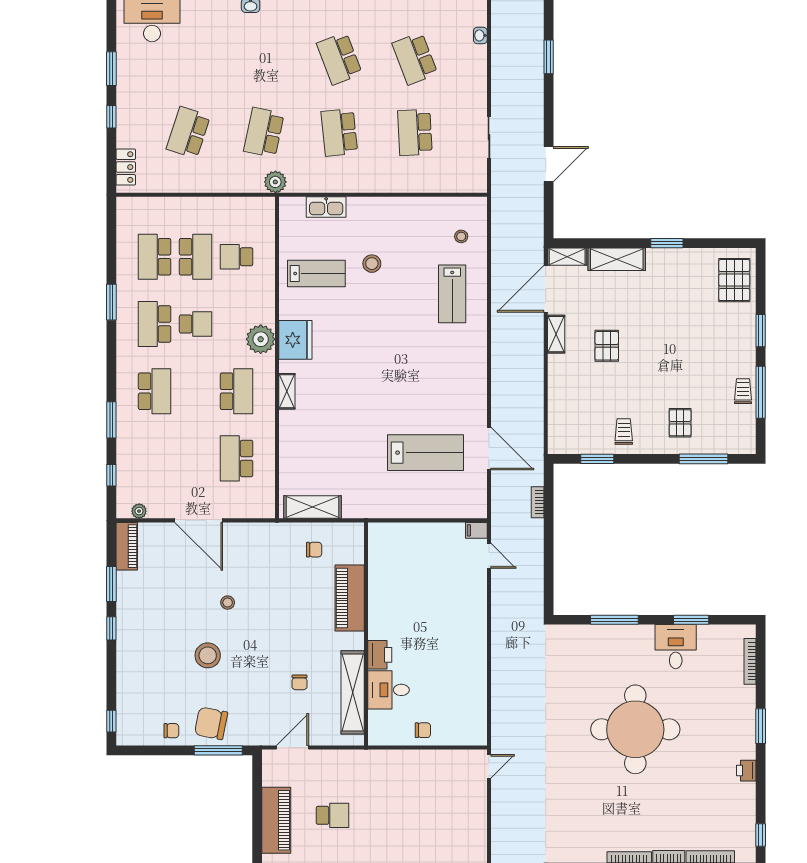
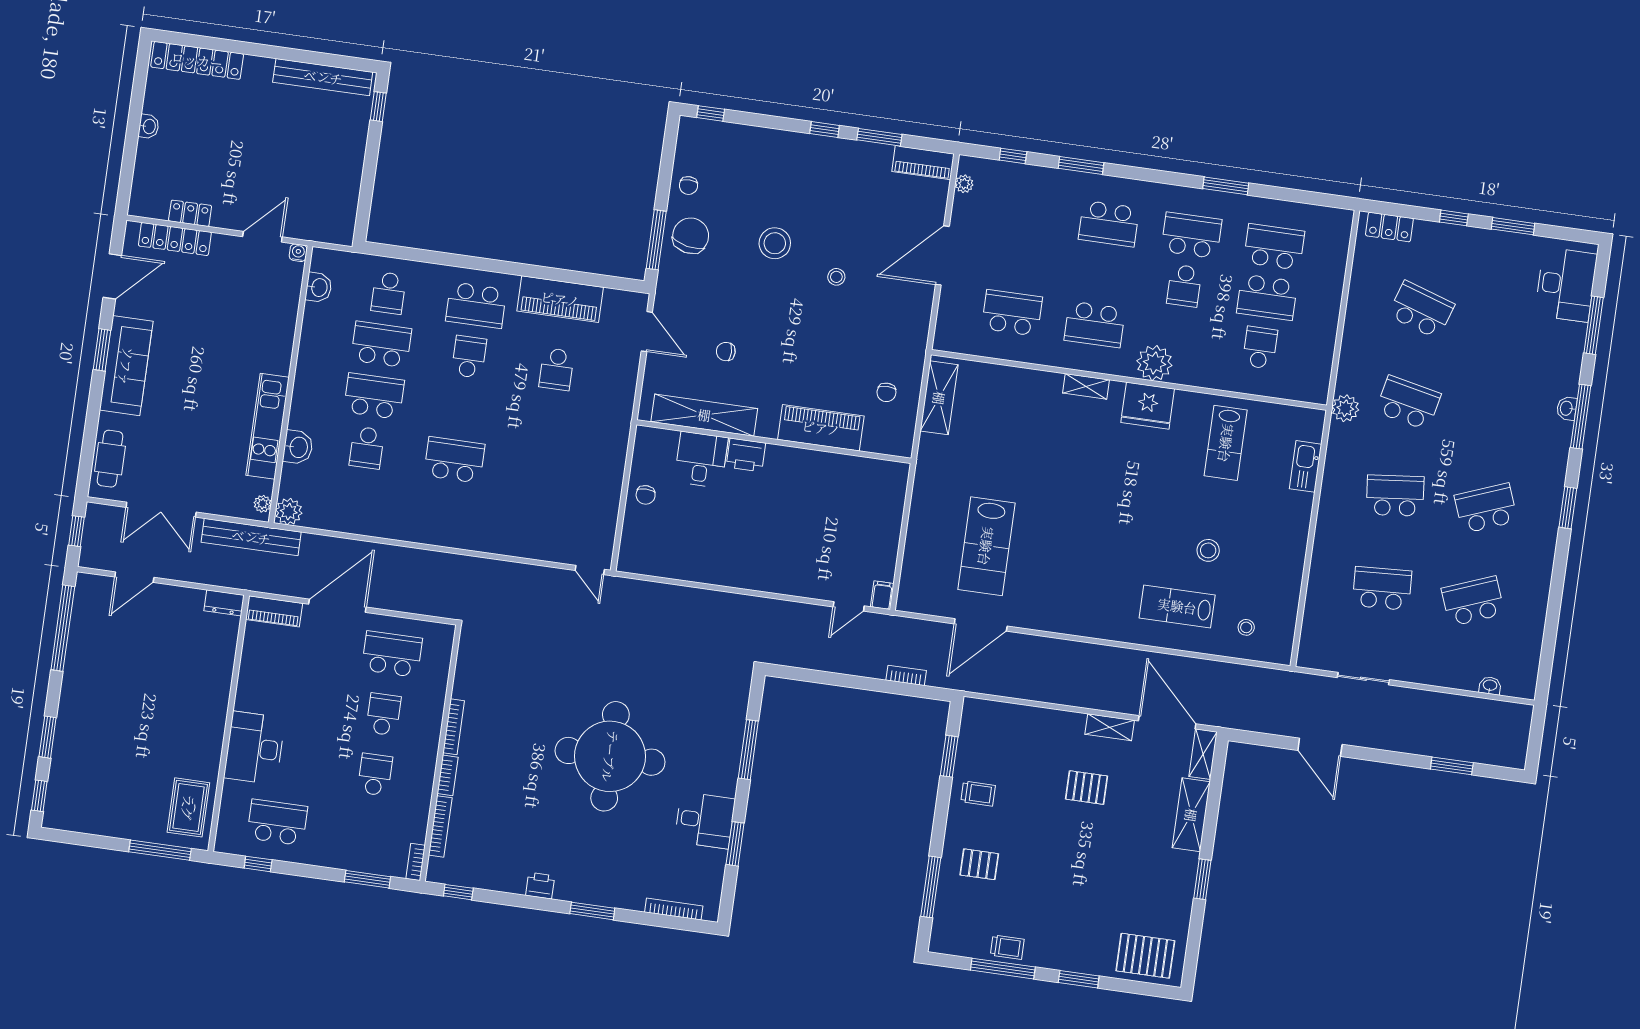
stool: (372, 264) -> (1208, 550), moved

